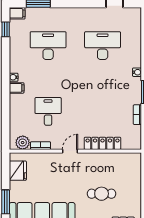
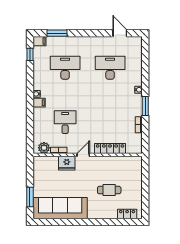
fridge: (18, 171) -> (67, 163), moved, turned 90

